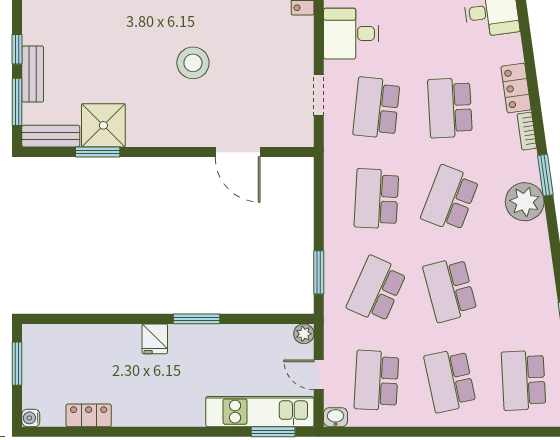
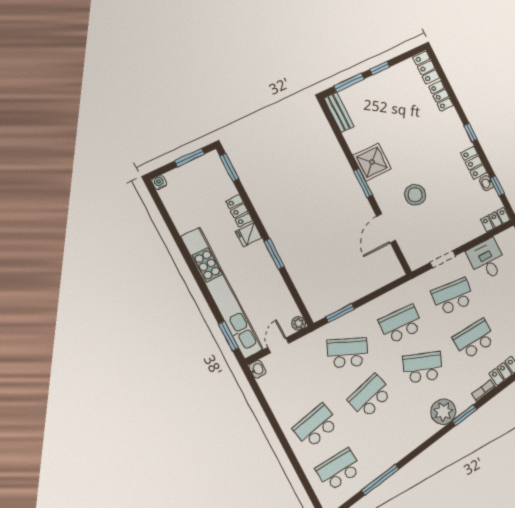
stool: (193, 63) -> (415, 195), moved
bench: (33, 74) -> (370, 84), removed
shower: (103, 125) -> (372, 162), moved
window: (98, 152) -> (363, 183), moved
window: (55, 319) -> (229, 167), added
school desk: (376, 380) -> (293, 382), removed
kitchen unit: (260, 412) -> (222, 293), width x1.86
locker: (89, 415) -> (239, 211), moved, turned 180

